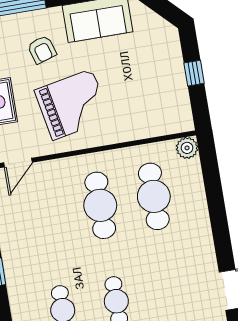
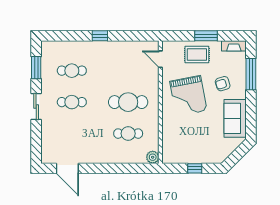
cafe table: (154, 196) -> (128, 134), width x0.73, depth x0.74

